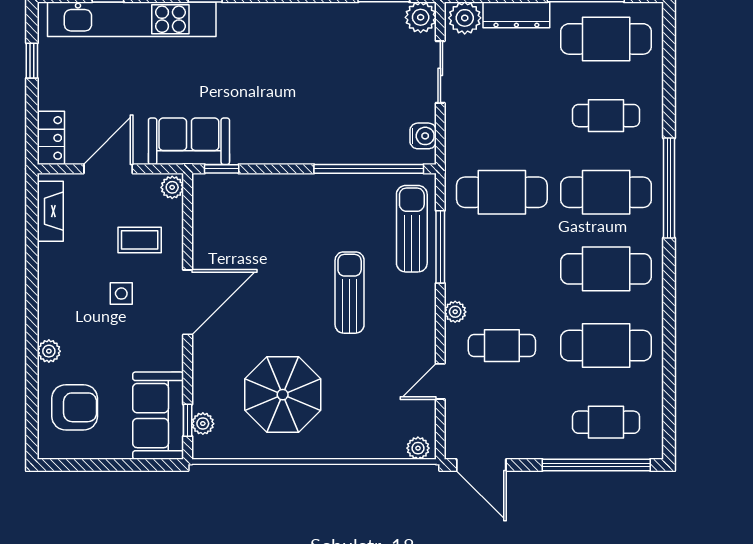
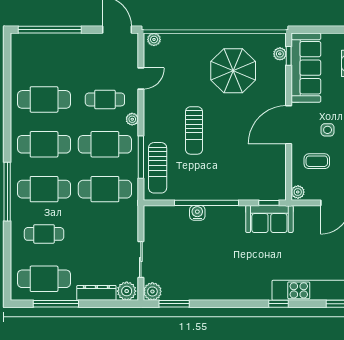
water cooler: (423, 136) -> (197, 213), moved, turned 90
sofa: (189, 141) -> (269, 219), moved
window: (369, 169) -> (206, 203), moved
sofa: (158, 416) -> (306, 68), width x1.36
cafe table: (606, 422) -> (105, 144), moved, width x1.37, depth x1.35

